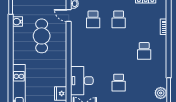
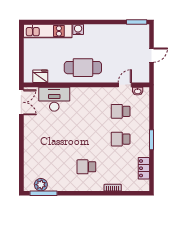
water cooler: (17, 22) -> (78, 29), moved
cafe table: (42, 36) -> (83, 68), moved
school desk: (119, 83) -> (52, 139), removed

